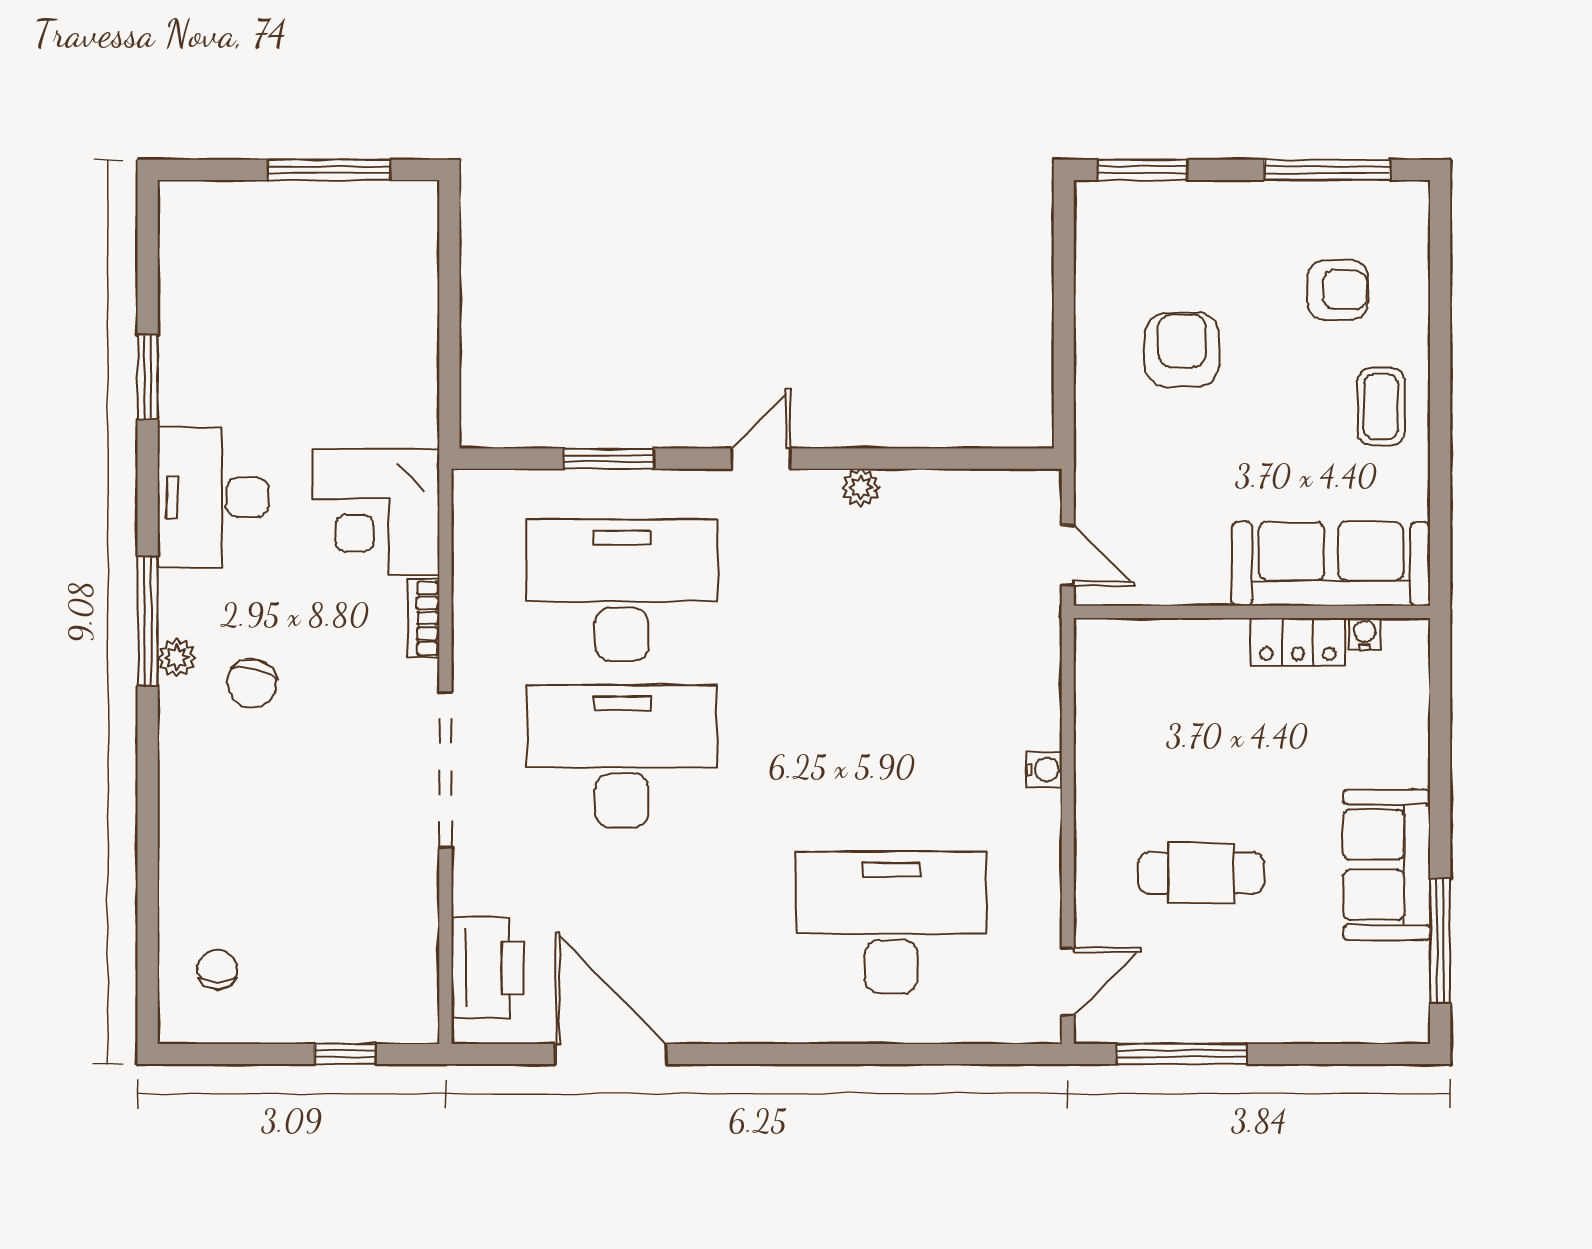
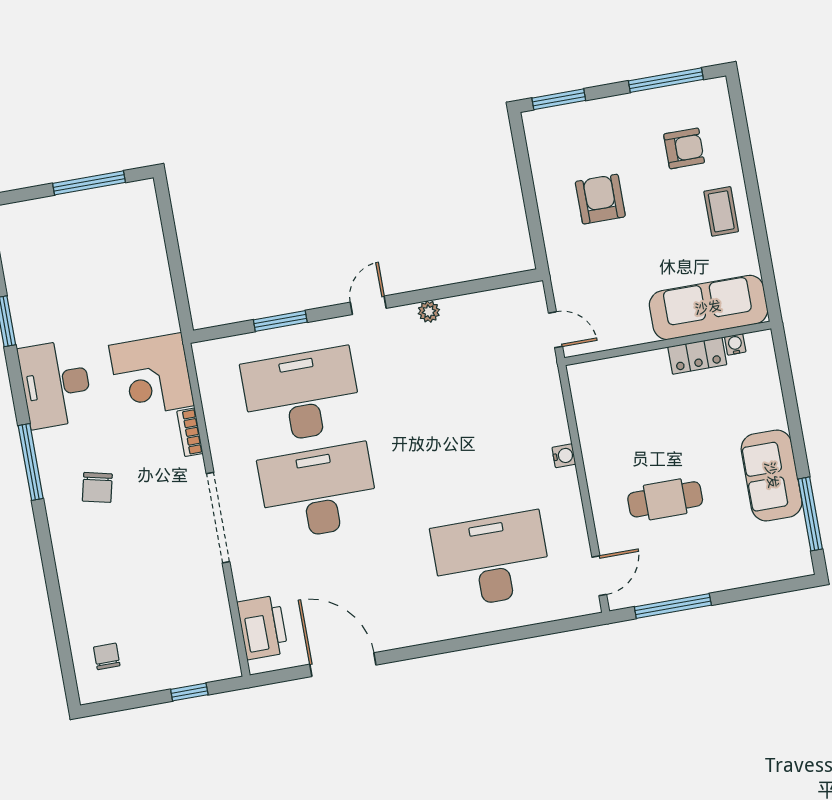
plant: (177, 658) -> (51, 480), removed

